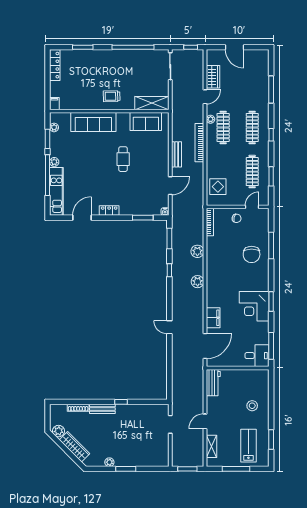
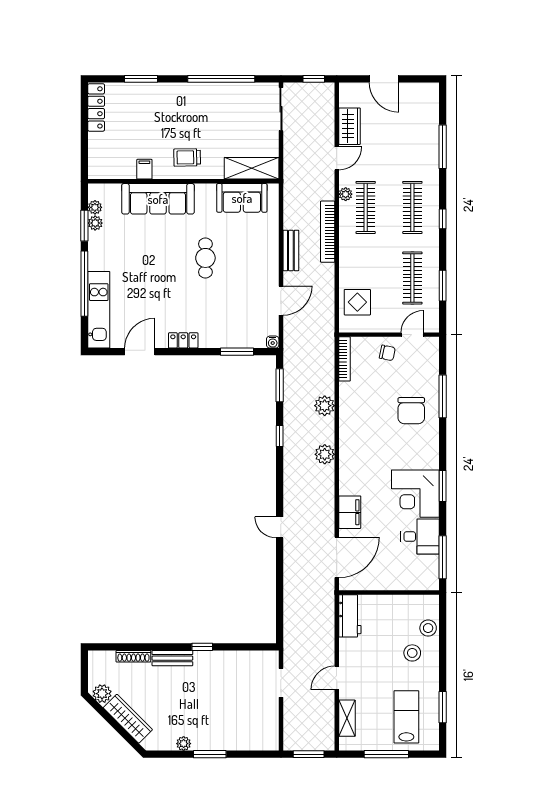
filing cabinet: (54, 104) -> (144, 169), moved
plant: (54, 162) -> (95, 223), moved
desk: (257, 356) -> (420, 536), moved
stool: (262, 390) -> (428, 628), added

